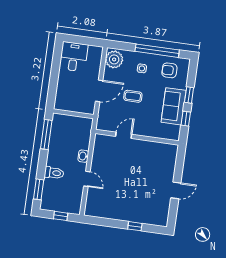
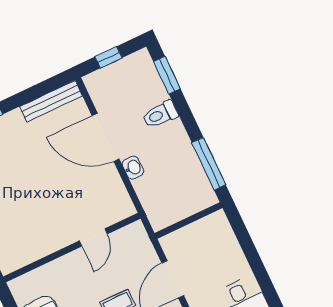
door: (87, 179) -> (106, 137), width x1.87
bench: (102, 213) -> (51, 101), added

